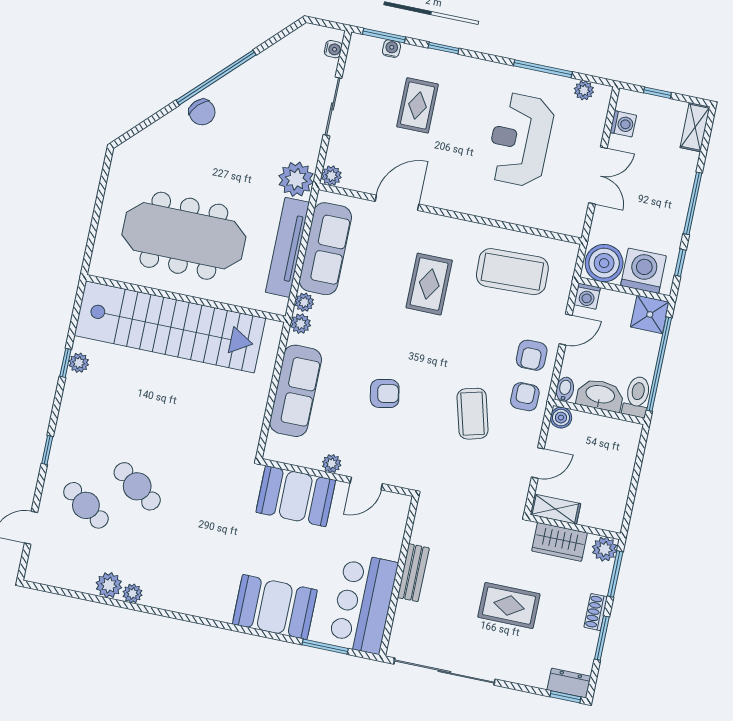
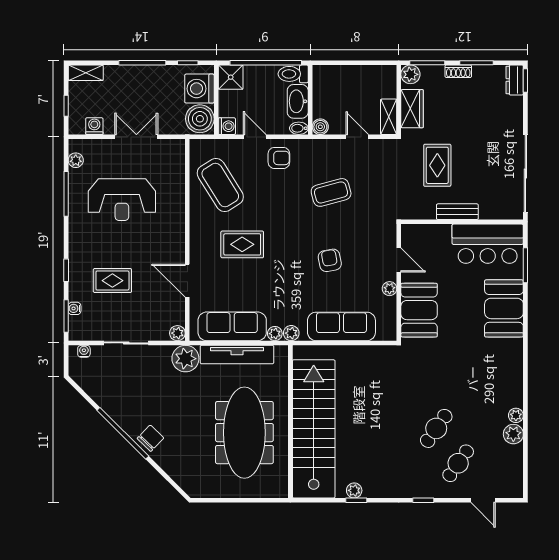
coffee table: (512, 272) -> (220, 185), turned -30
armchair: (525, 397) -> (311, 157), removed
rug: (509, 606) -> (437, 165), moved

